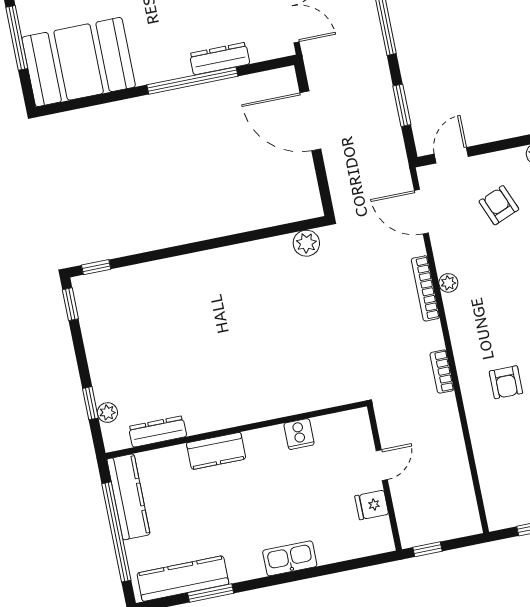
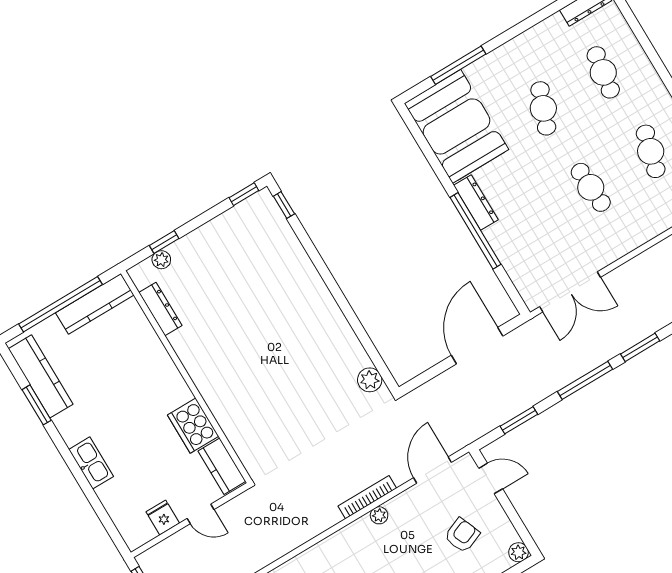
dresser: (220, 59) -> (476, 202), moved
bookcase: (442, 372) -> (300, 537), removed
cooker: (299, 434) -> (193, 426), width x1.87, depth x1.31
kitchen counter: (216, 451) -> (222, 466), moved

